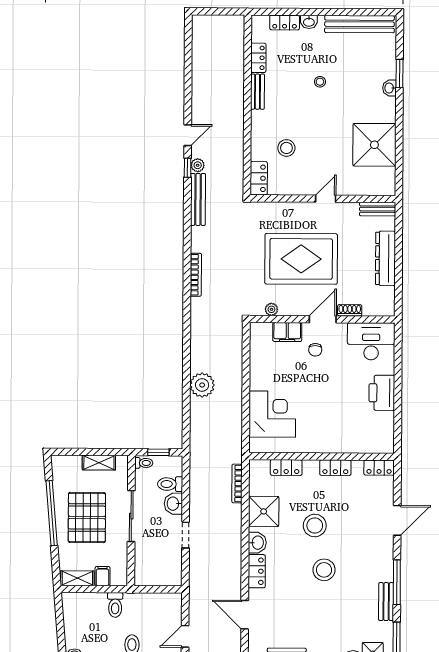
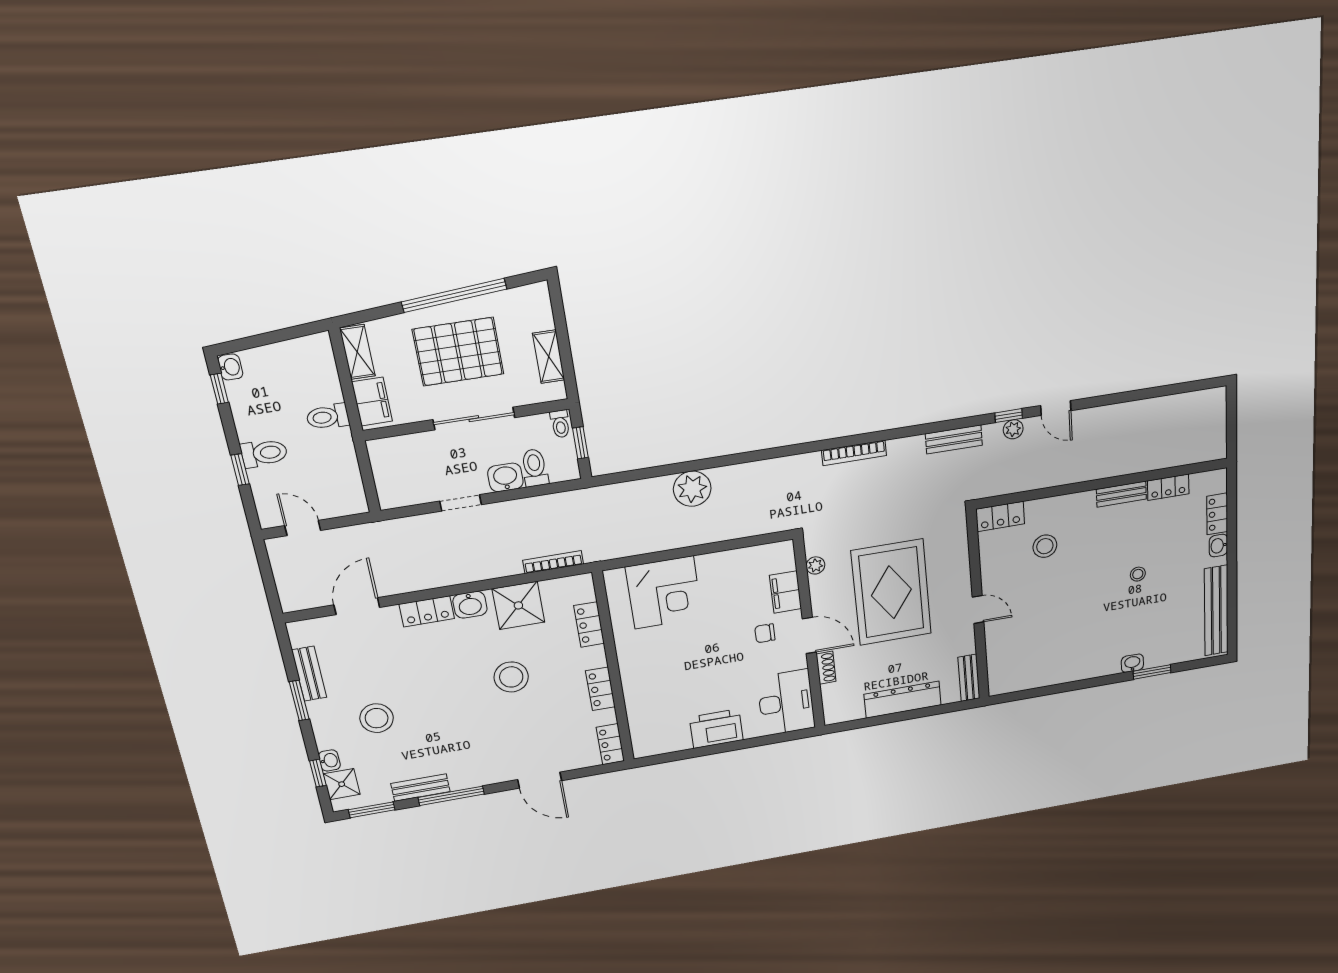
shower: (374, 145) -> (1056, 658), removed
bench: (198, 199) -> (954, 439), width x0.73
stool: (324, 570) -> (377, 718), moved
filing cabinet: (103, 576) -> (372, 402), width x2.00

